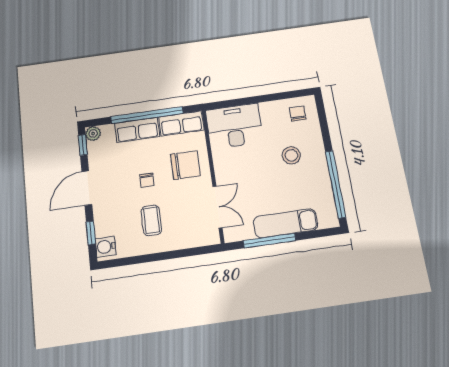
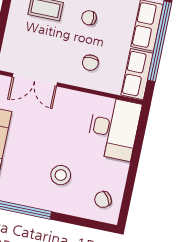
chair: (298, 113) -> (103, 200), turned 145
chair: (185, 165) -> (90, 63), width x0.54, depth x0.54

